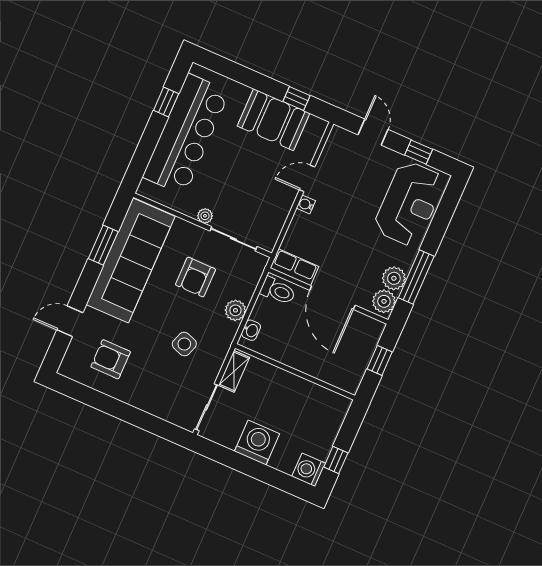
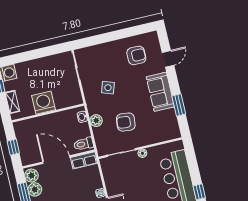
sofa: (131, 261) -> (160, 92), width x0.54, depth x0.79
armchair: (195, 277) -> (126, 122), turned -84
shelving: (234, 371) -> (12, 102), moved
washing machine: (257, 442) -> (43, 103), moved, turned 180

